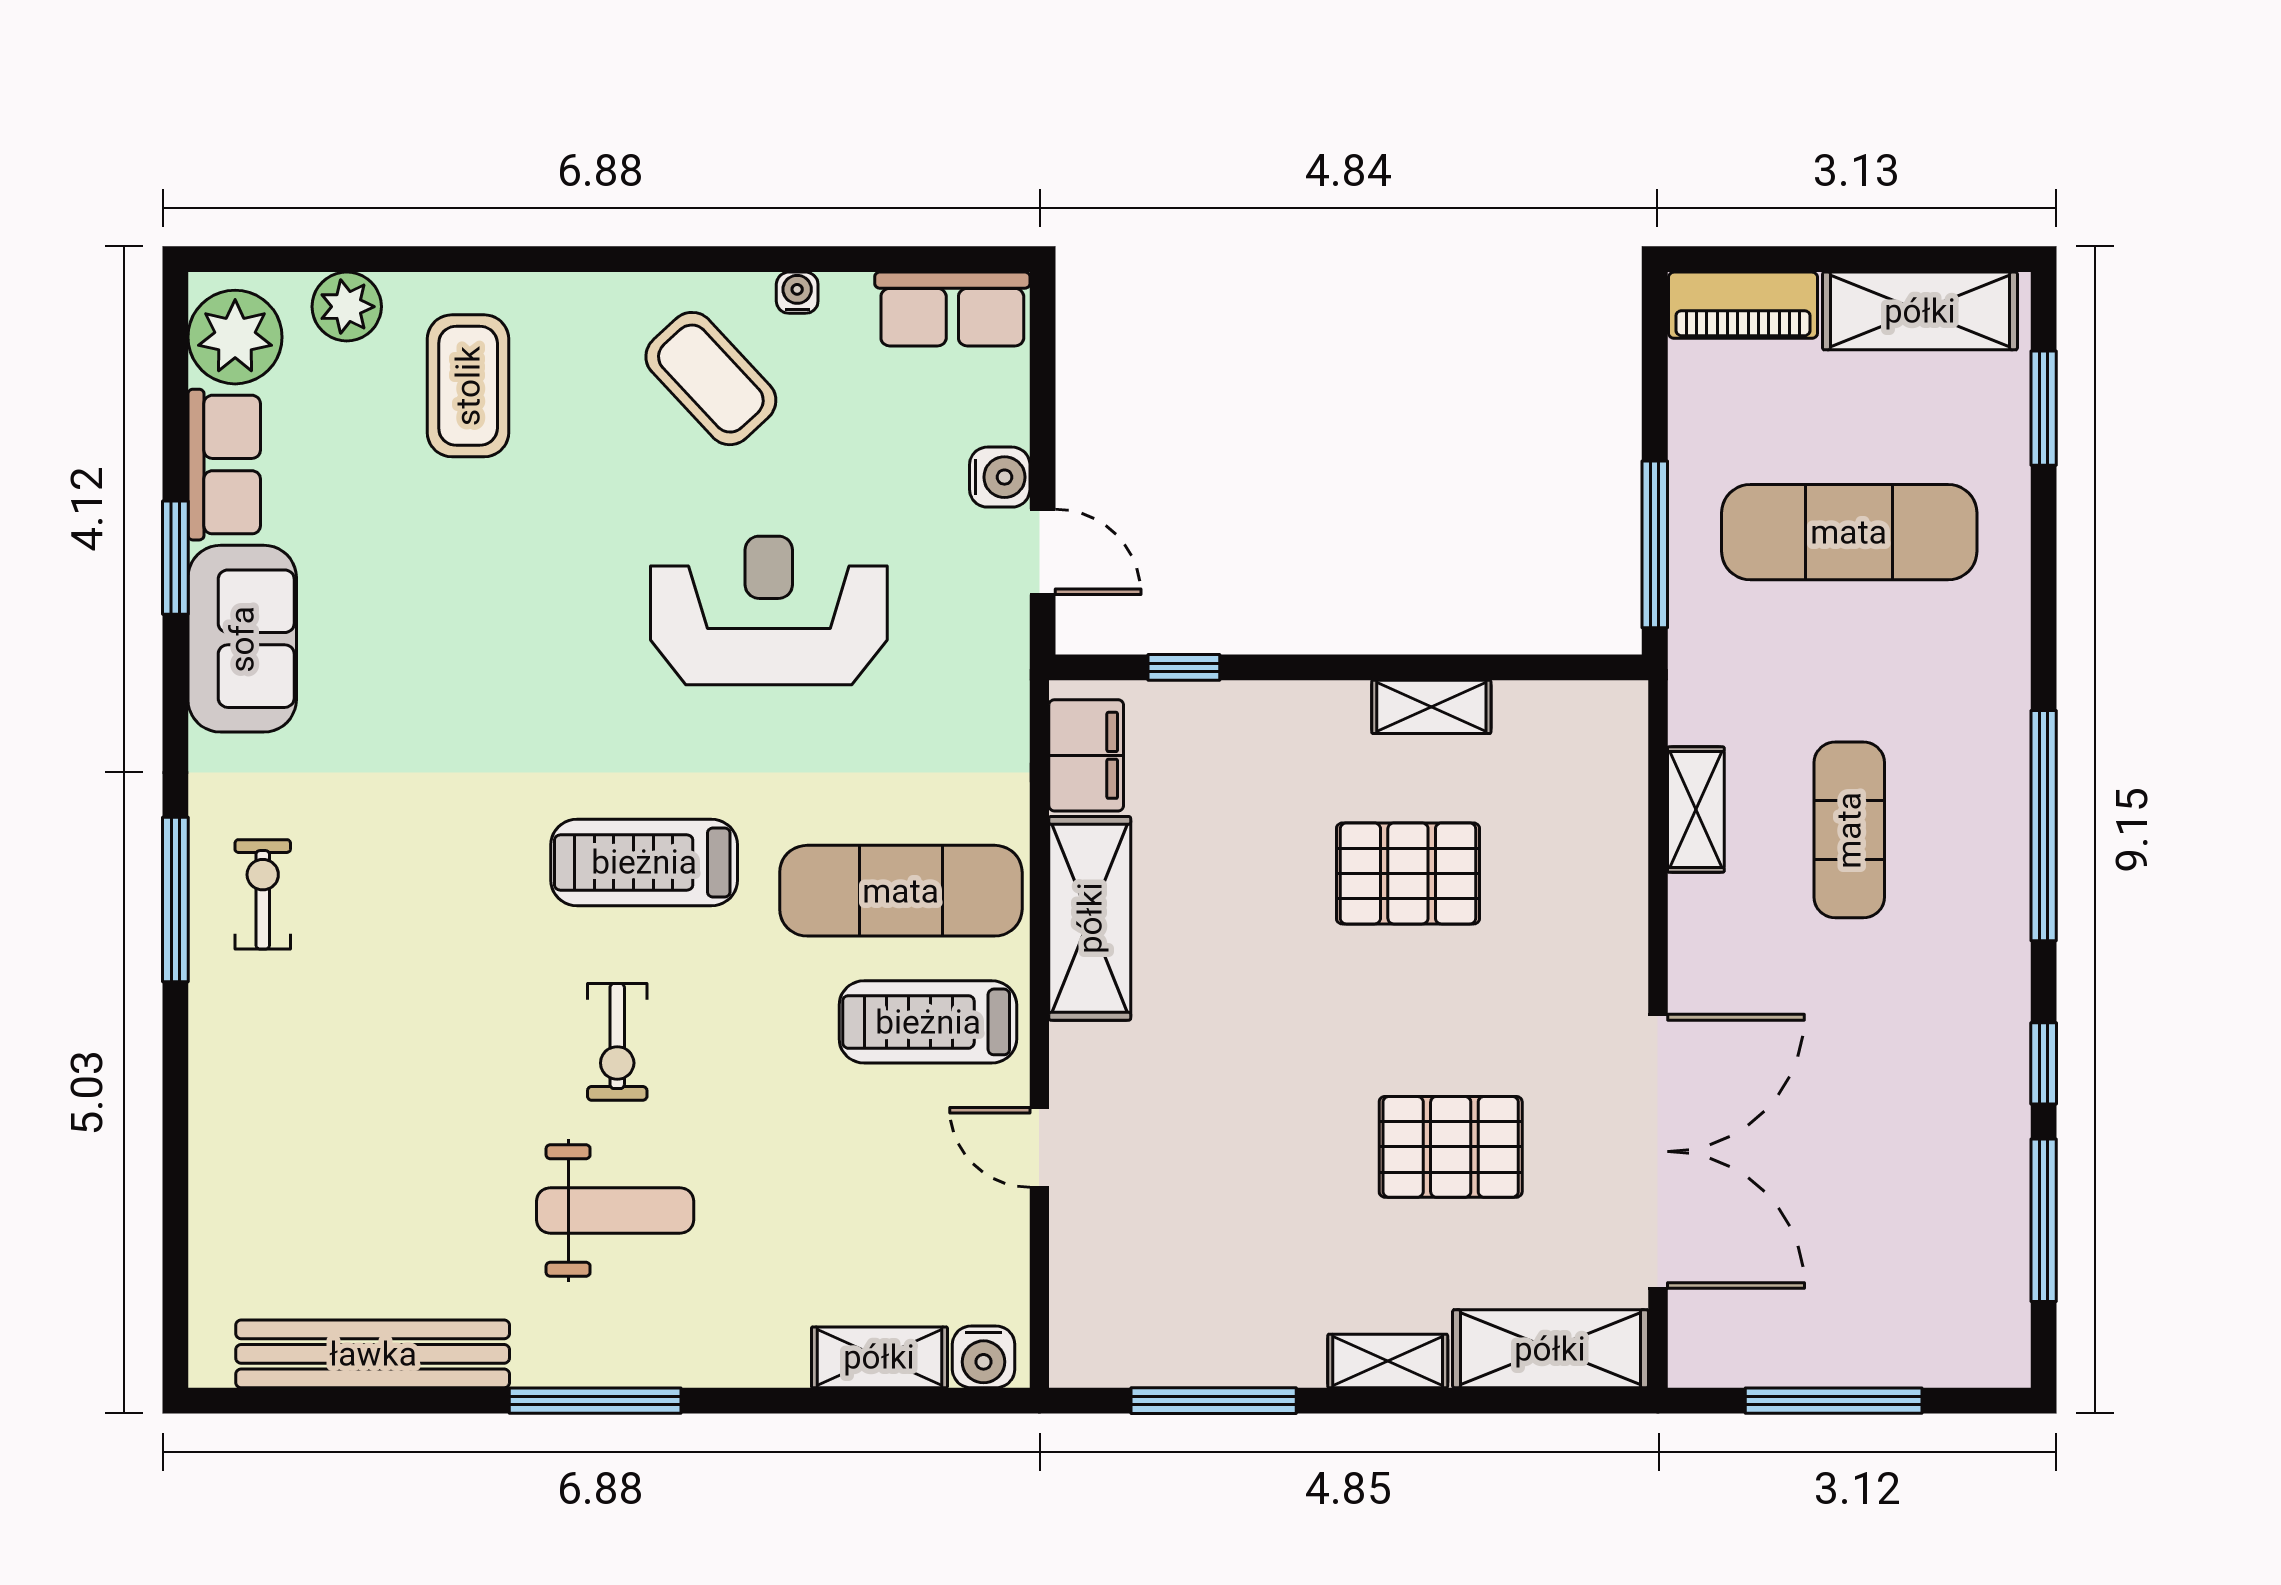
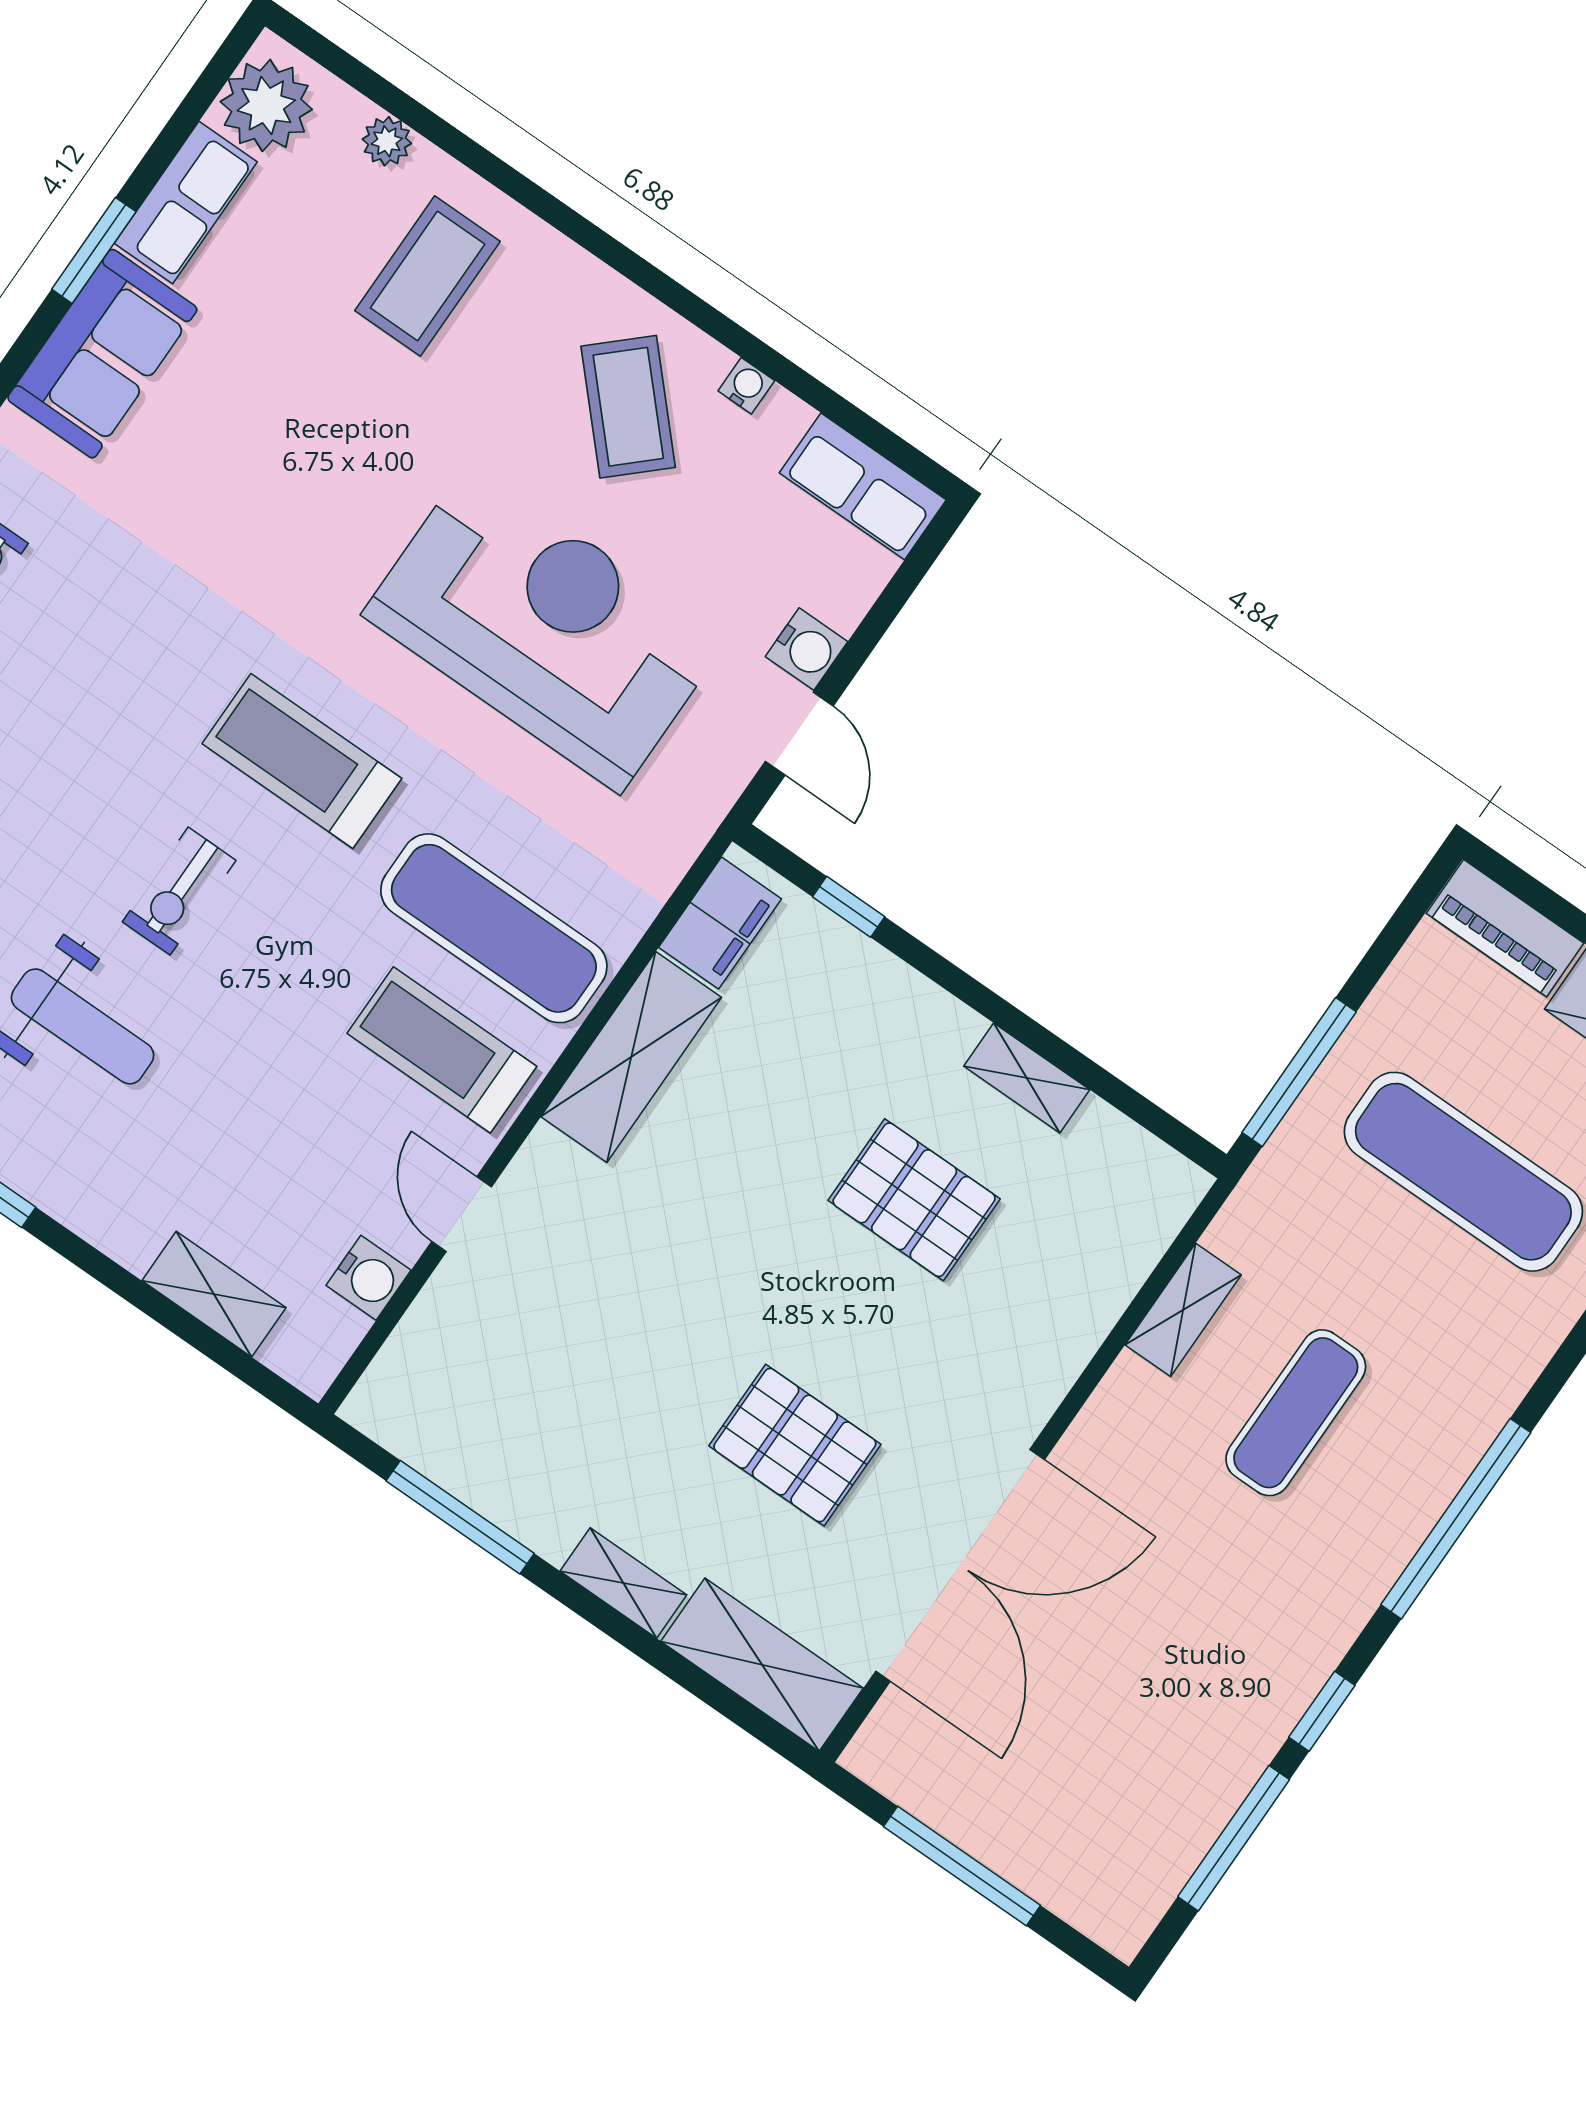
plant: (347, 307) -> (387, 141), width x0.73, depth x0.73
reception desk: (769, 610) -> (545, 627), width x1.36, depth x1.30
water cooler: (984, 1357) -> (369, 1278), moved, turned -90

